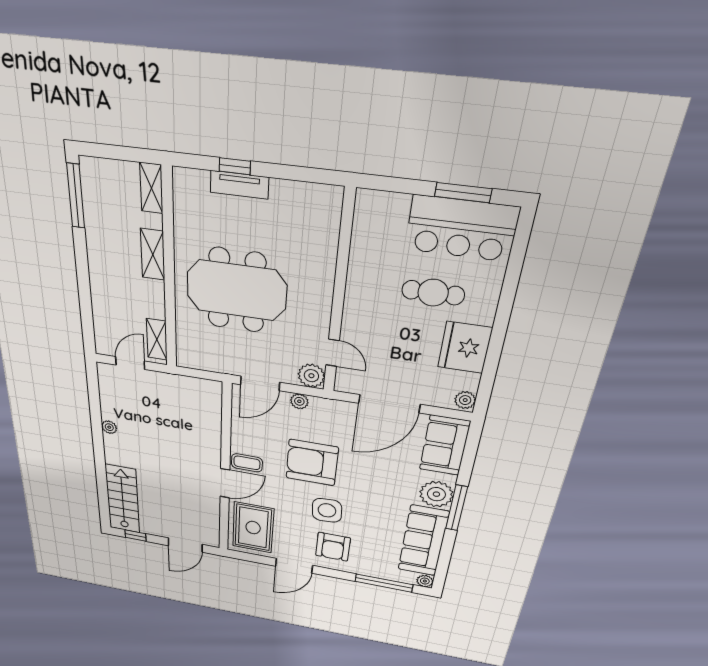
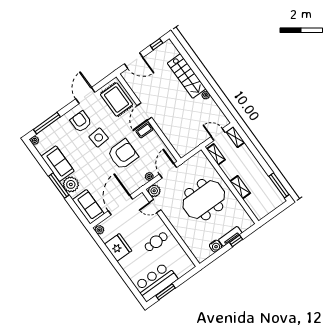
shelving: (151, 188) -> (235, 137), moved
water cooler: (283, 192) -> (216, 246), added
cafe table: (433, 293) -> (156, 242), moved
door: (130, 363) -> (218, 135), swing flipped
stairs: (123, 499) -> (187, 76), moved
sofa: (423, 541) -> (58, 164), width x0.73
door: (185, 545) -> (134, 61), swing flipped

